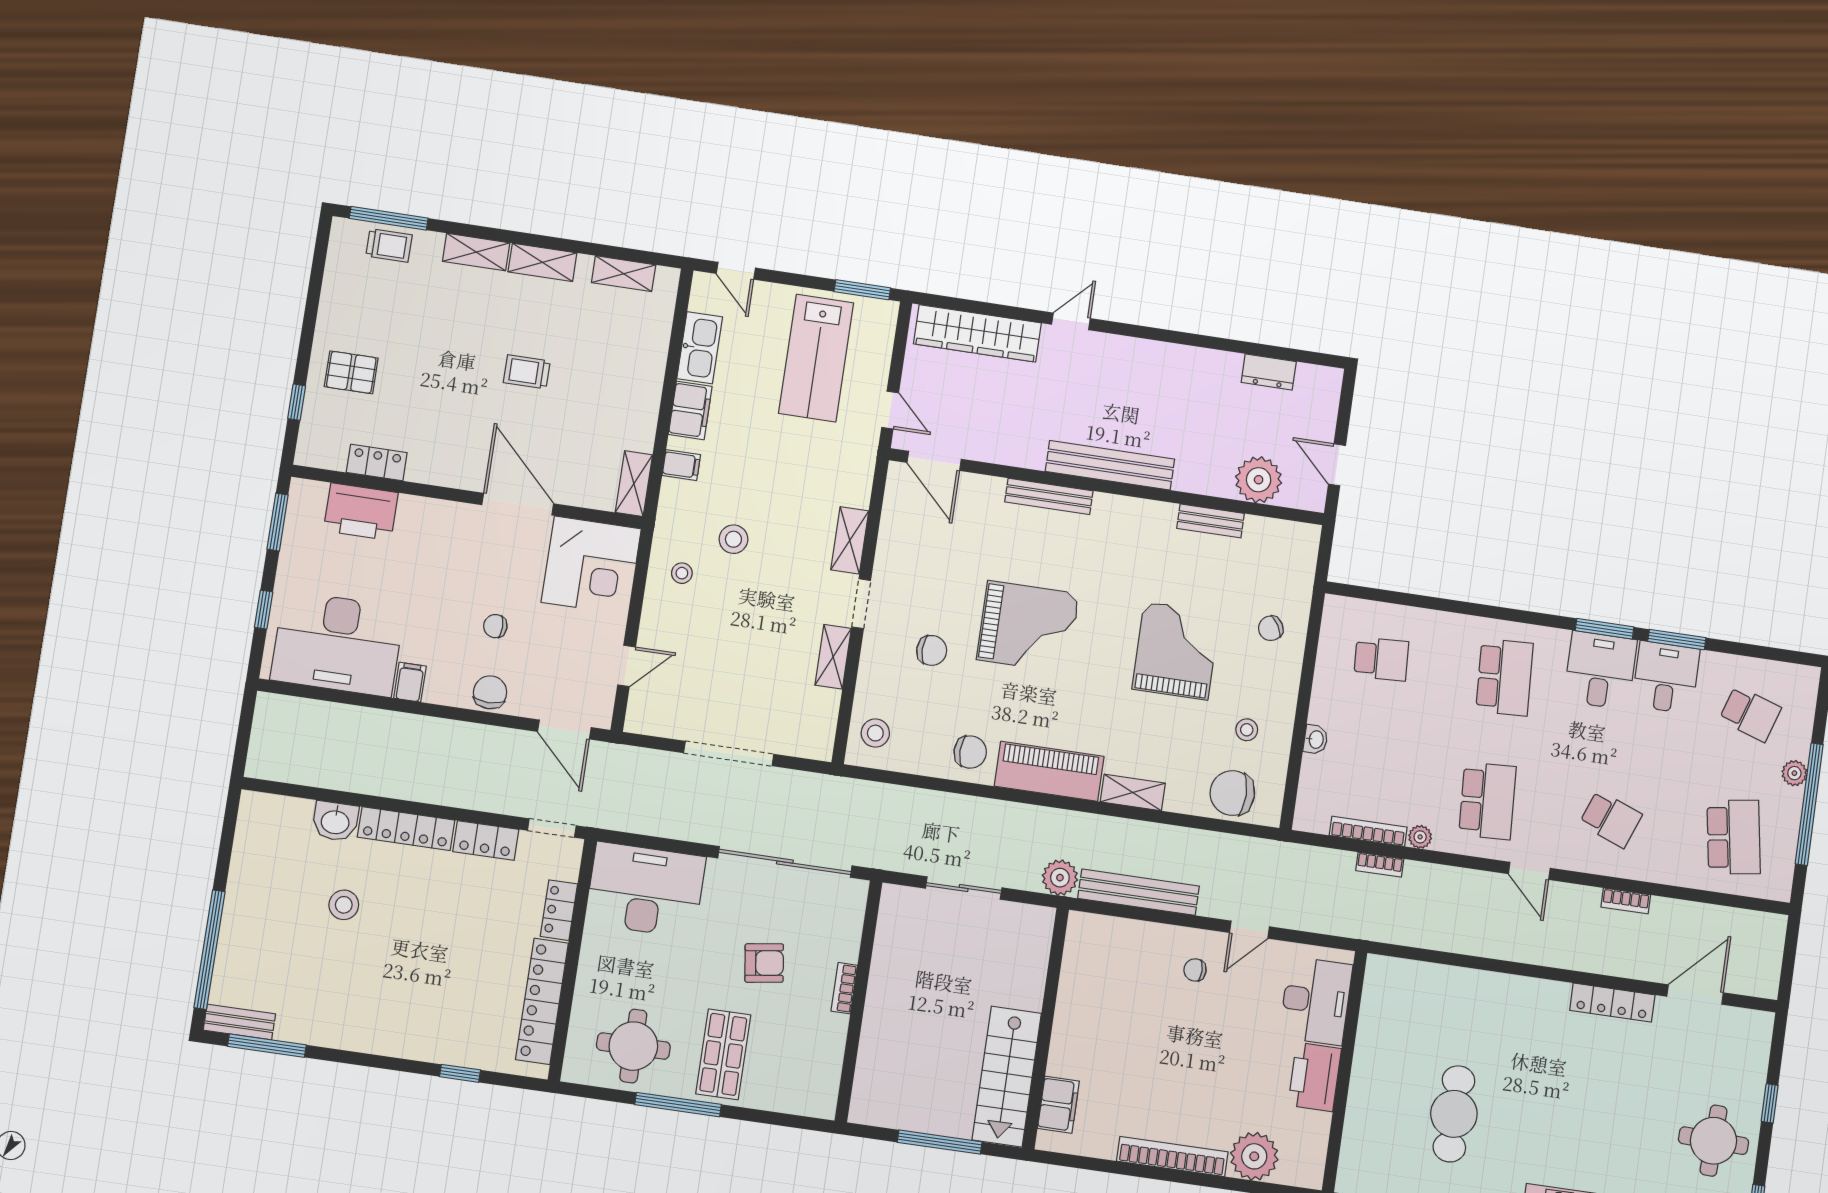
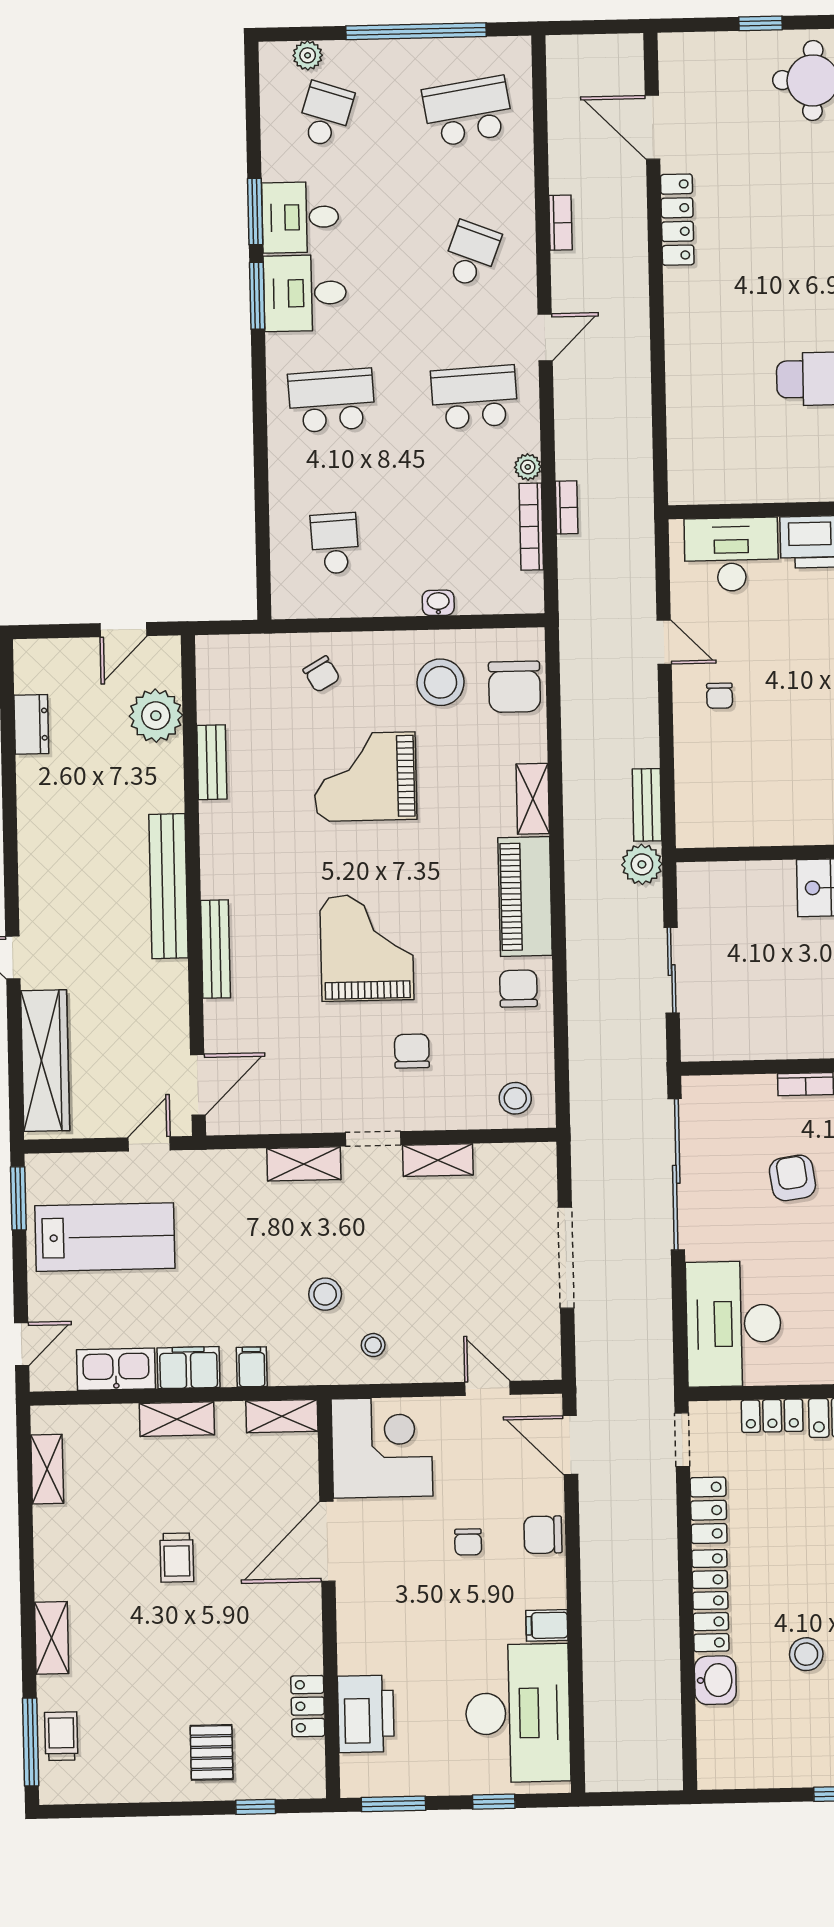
shelving: (542, 262) -> (177, 1419), moved, turned 90
door: (564, 729) -> (570, 1445), swing flipped
stool: (1247, 730) -> (441, 682), width x1.89, depth x1.89
plant: (1794, 773) -> (308, 55), moved
bench: (1139, 892) -> (647, 805), width x0.54, depth x0.82

